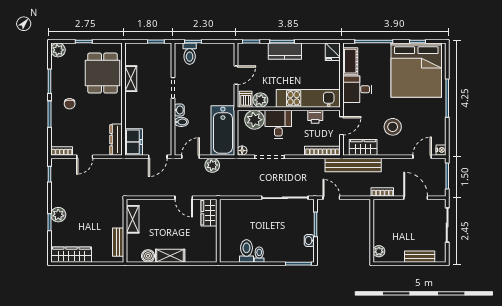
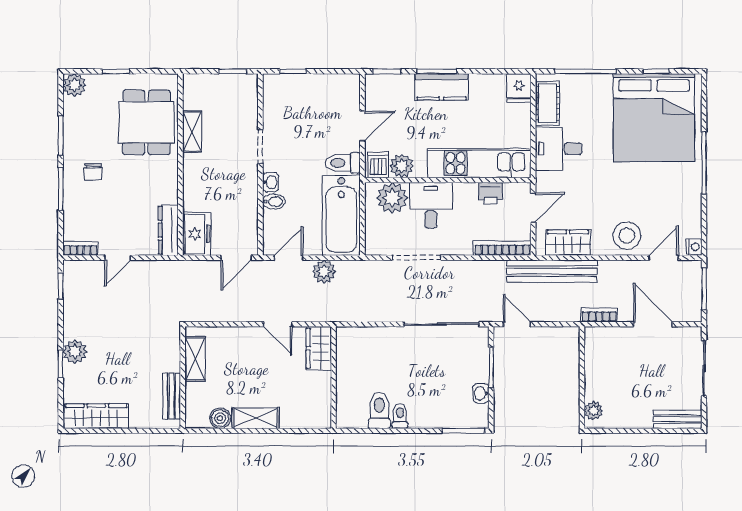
toilet: (190, 54) -> (343, 163), moved, turned 90
stool: (393, 127) -> (627, 236), moved
floor lamp: (242, 151) -> (372, 248), removed
bench: (420, 257) -> (678, 419), moved

